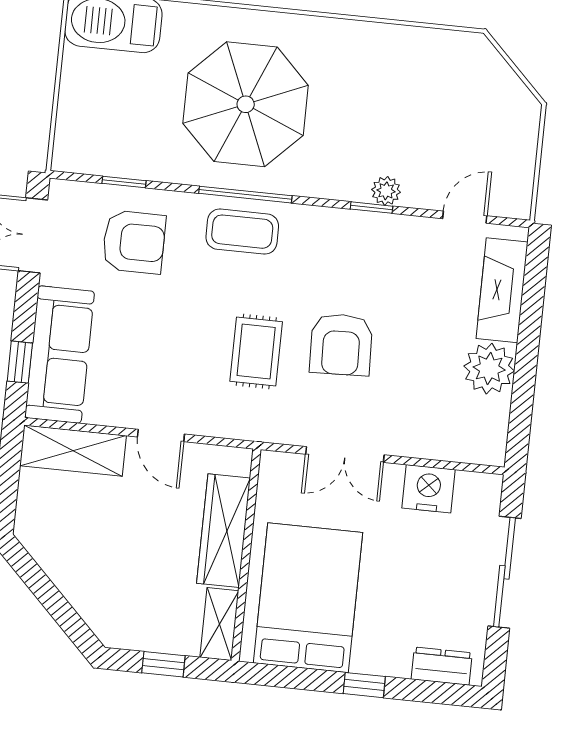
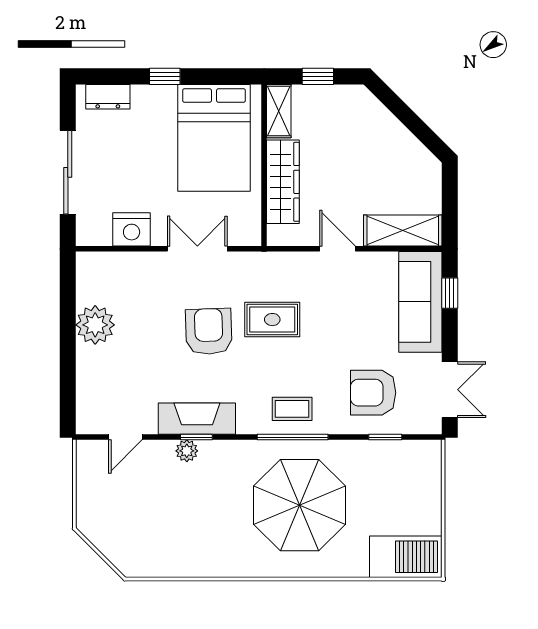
coffee table: (242, 232) -> (292, 409), width x0.73, depth x0.77
fireplace: (502, 290) -> (197, 419), moved, turned -90
rug: (256, 351) -> (272, 320), turned 90

